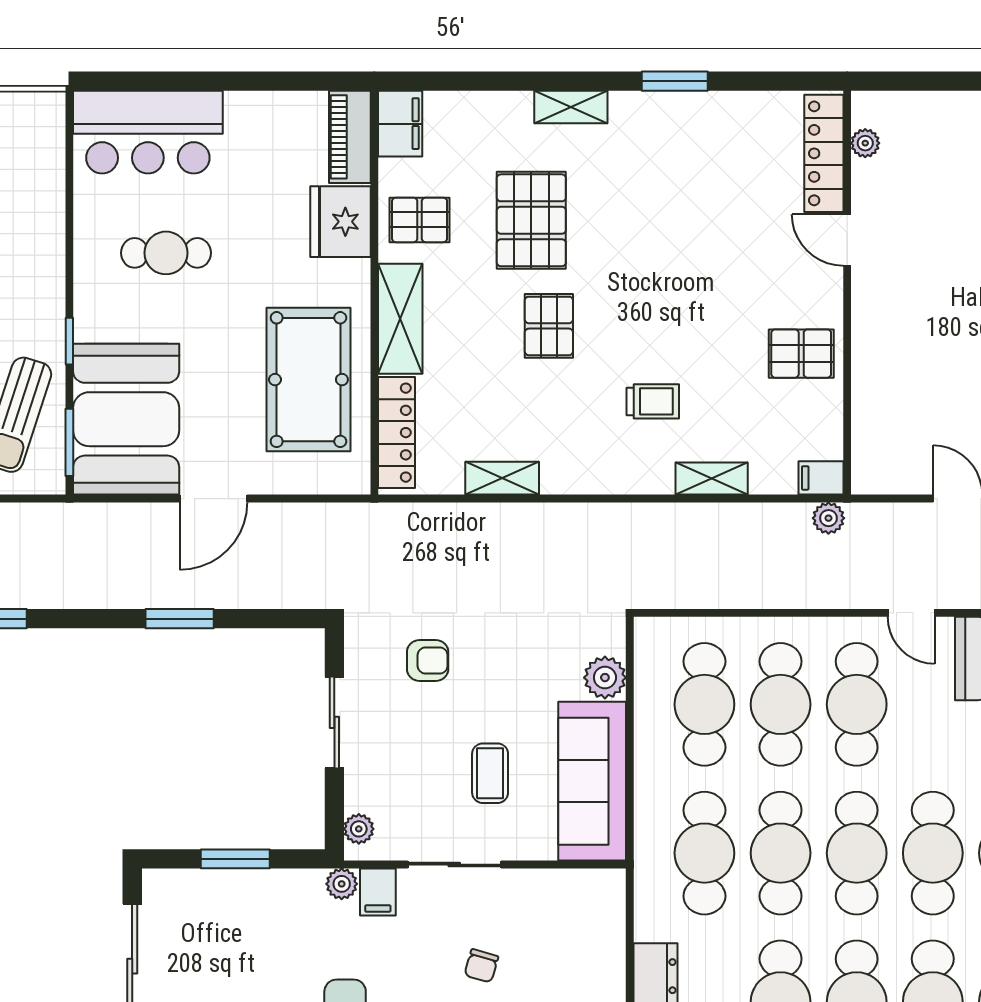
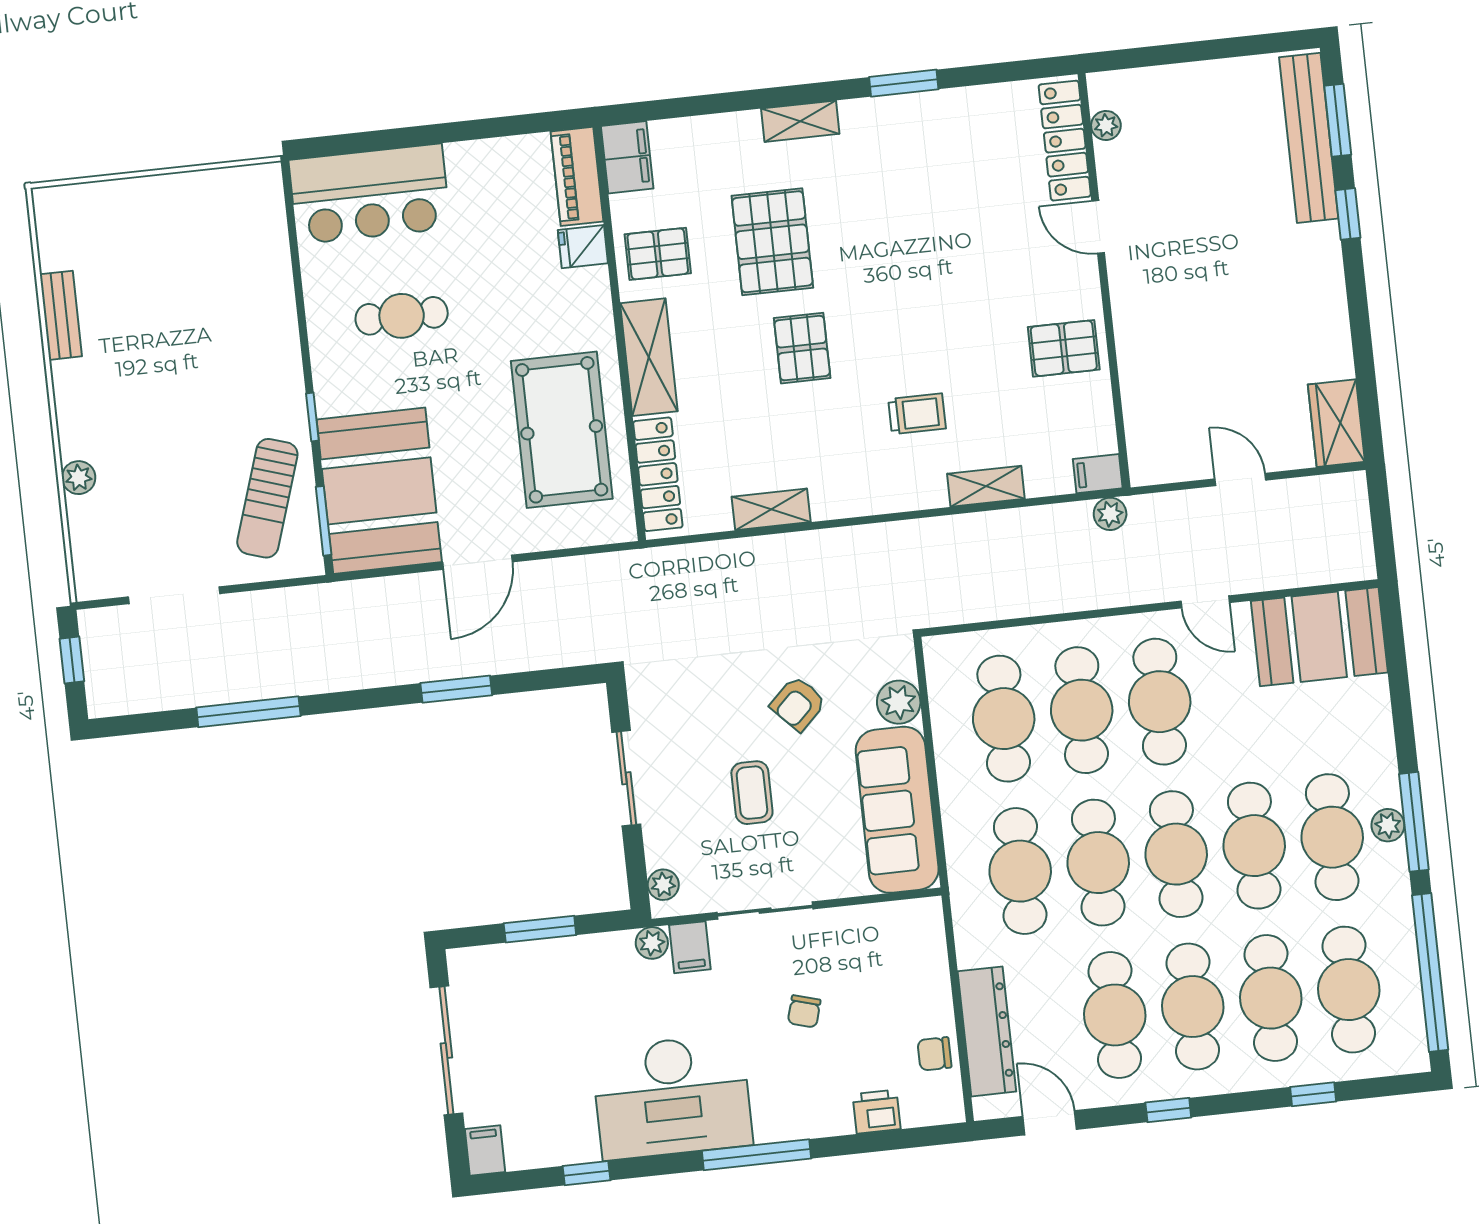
fridge: (341, 222) -> (583, 247), width x0.53, depth x0.75
armchair: (428, 661) -> (798, 704), moved, turned 136
coffee table: (490, 773) -> (752, 793), moved

